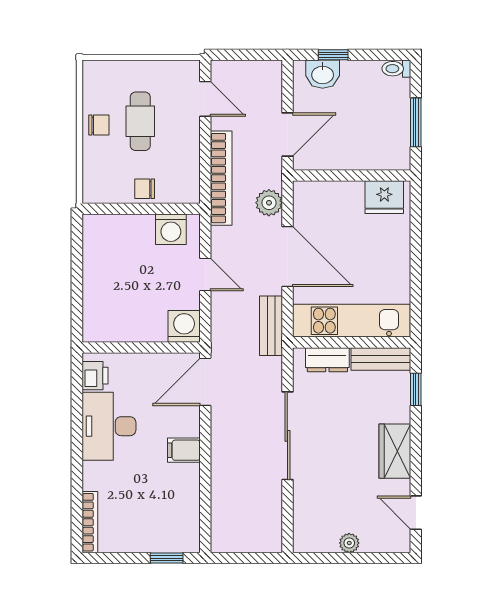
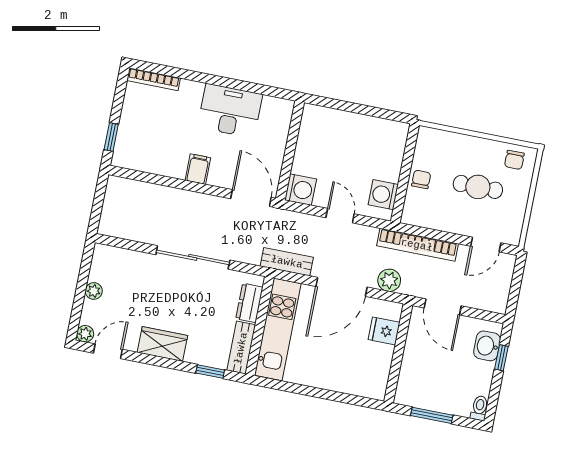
chair: (99, 125) -> (514, 160), moved
fridge: (384, 197) -> (384, 331), moved, width x0.72
door: (205, 275) -> (340, 216), swing flipped
printer: (95, 376) -> (274, 108), removed
plant: (401, 543) -> (85, 334), added

